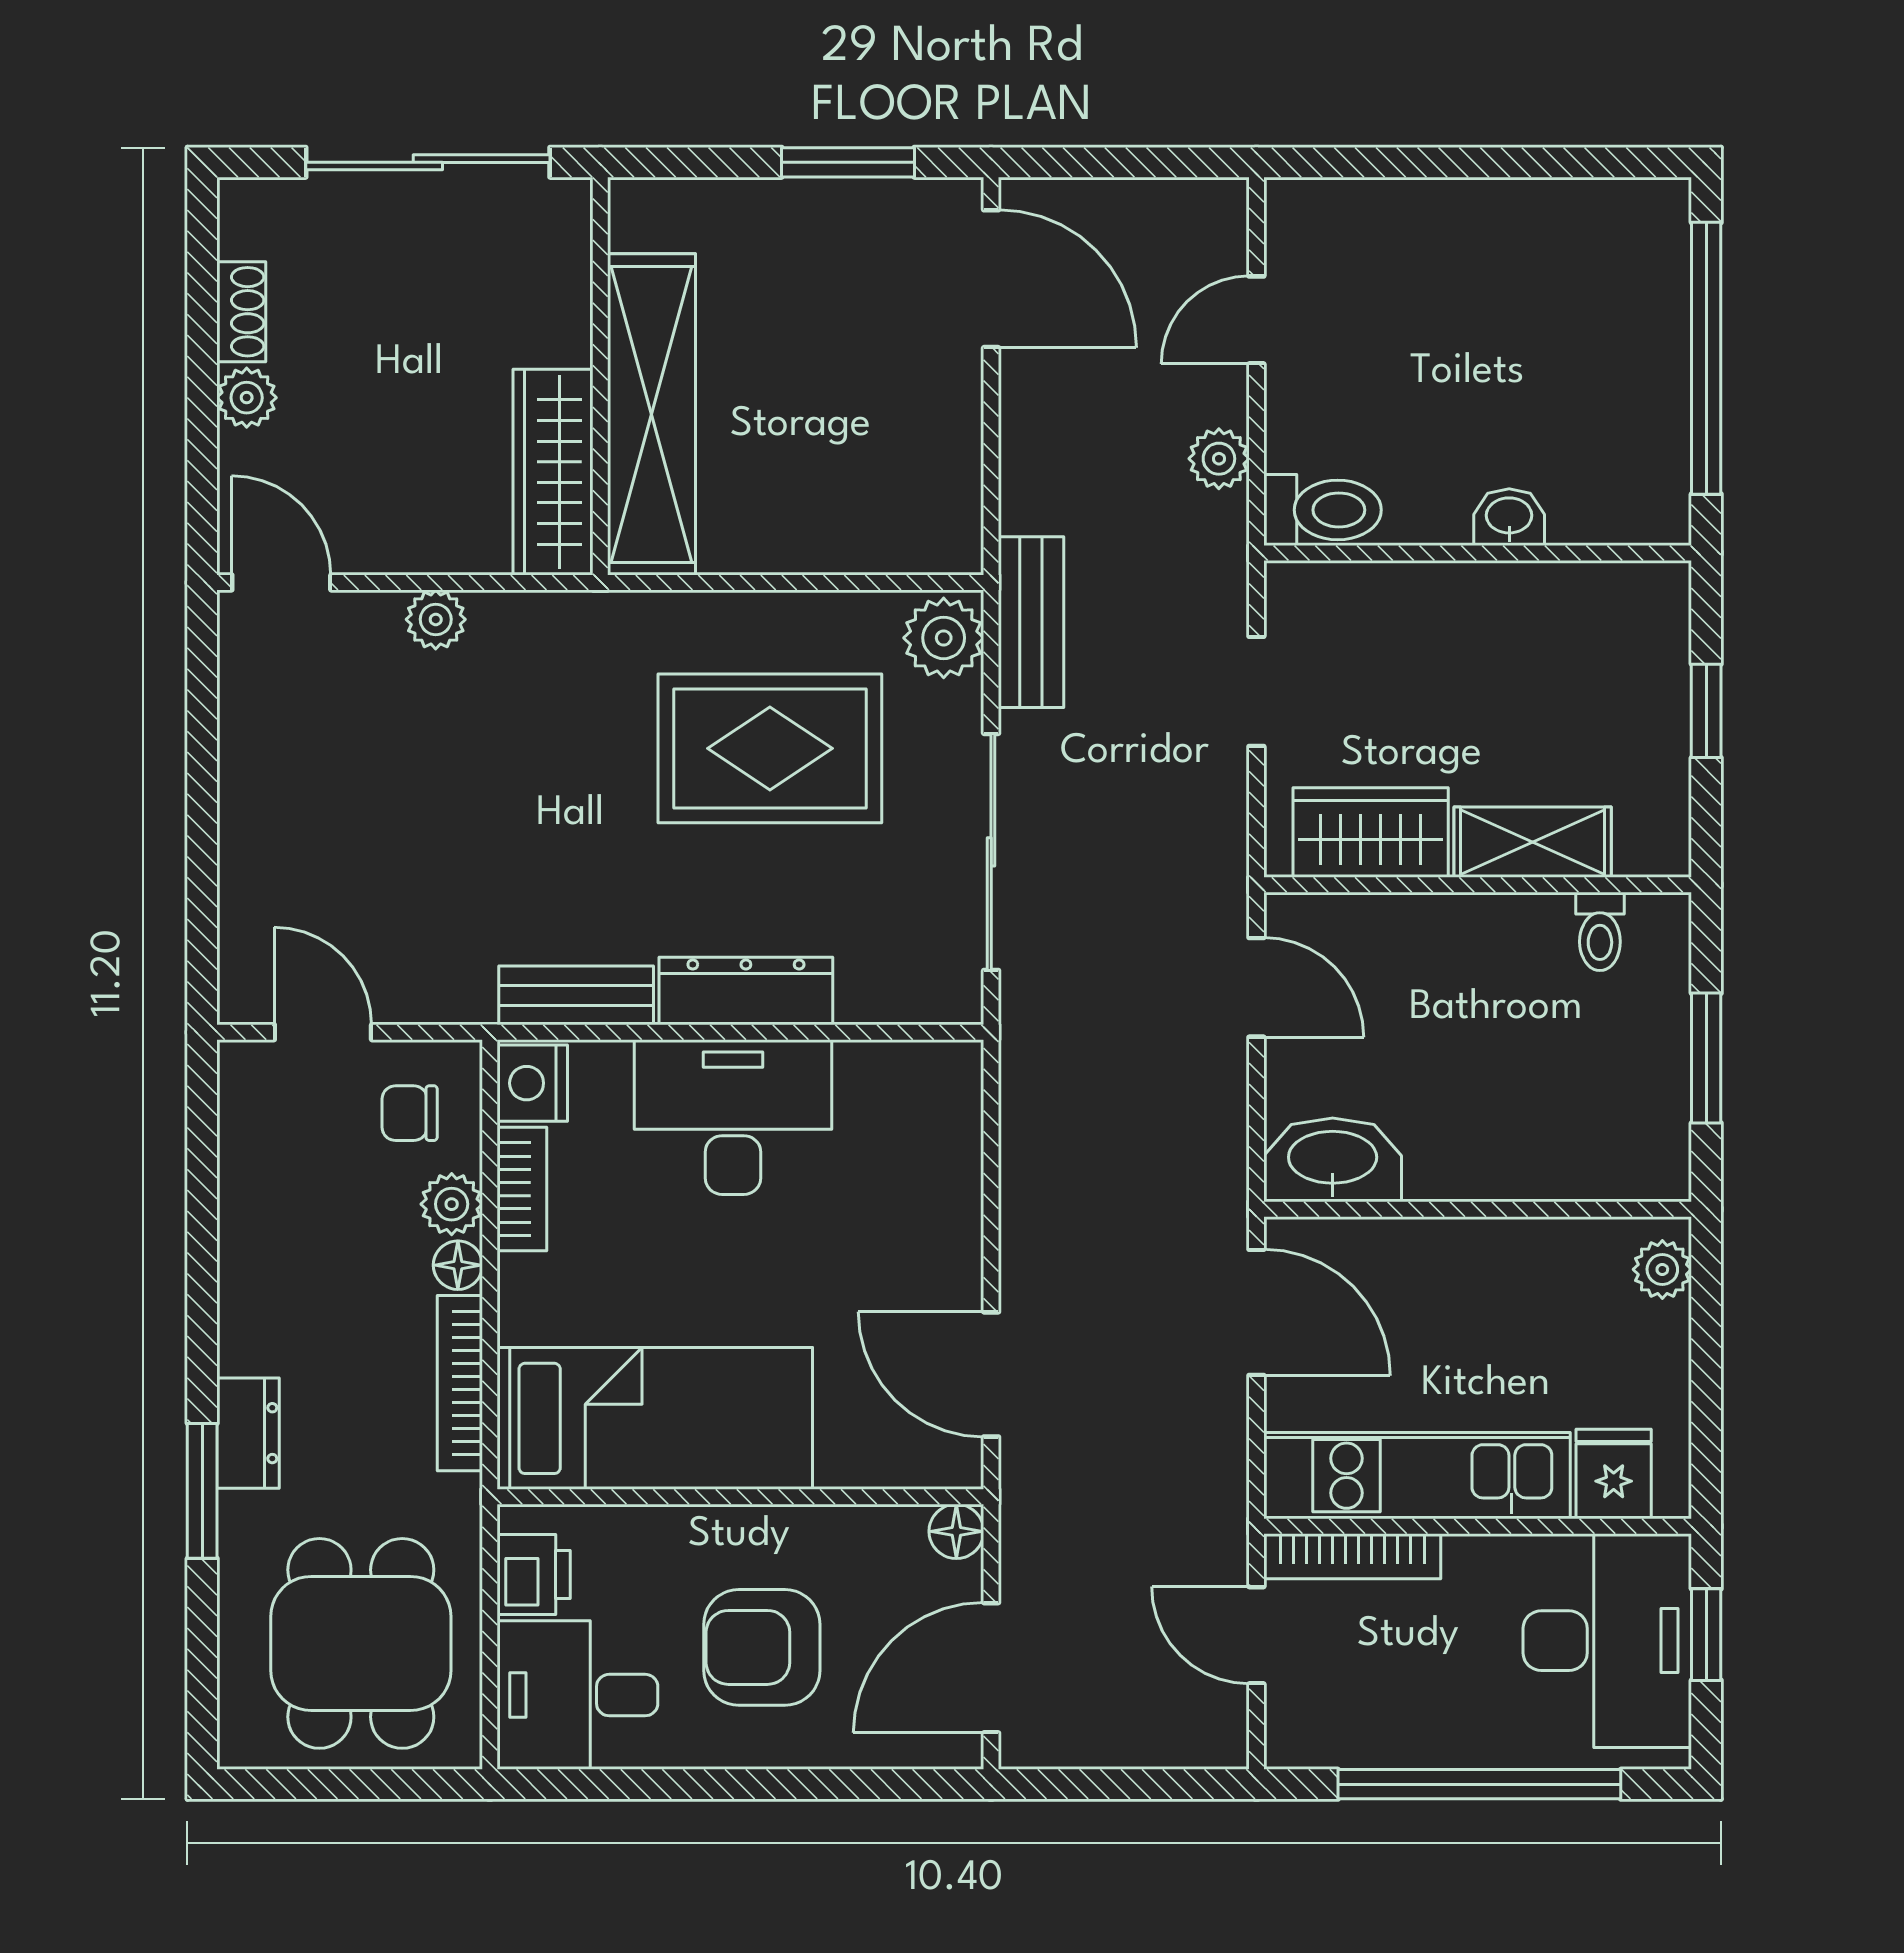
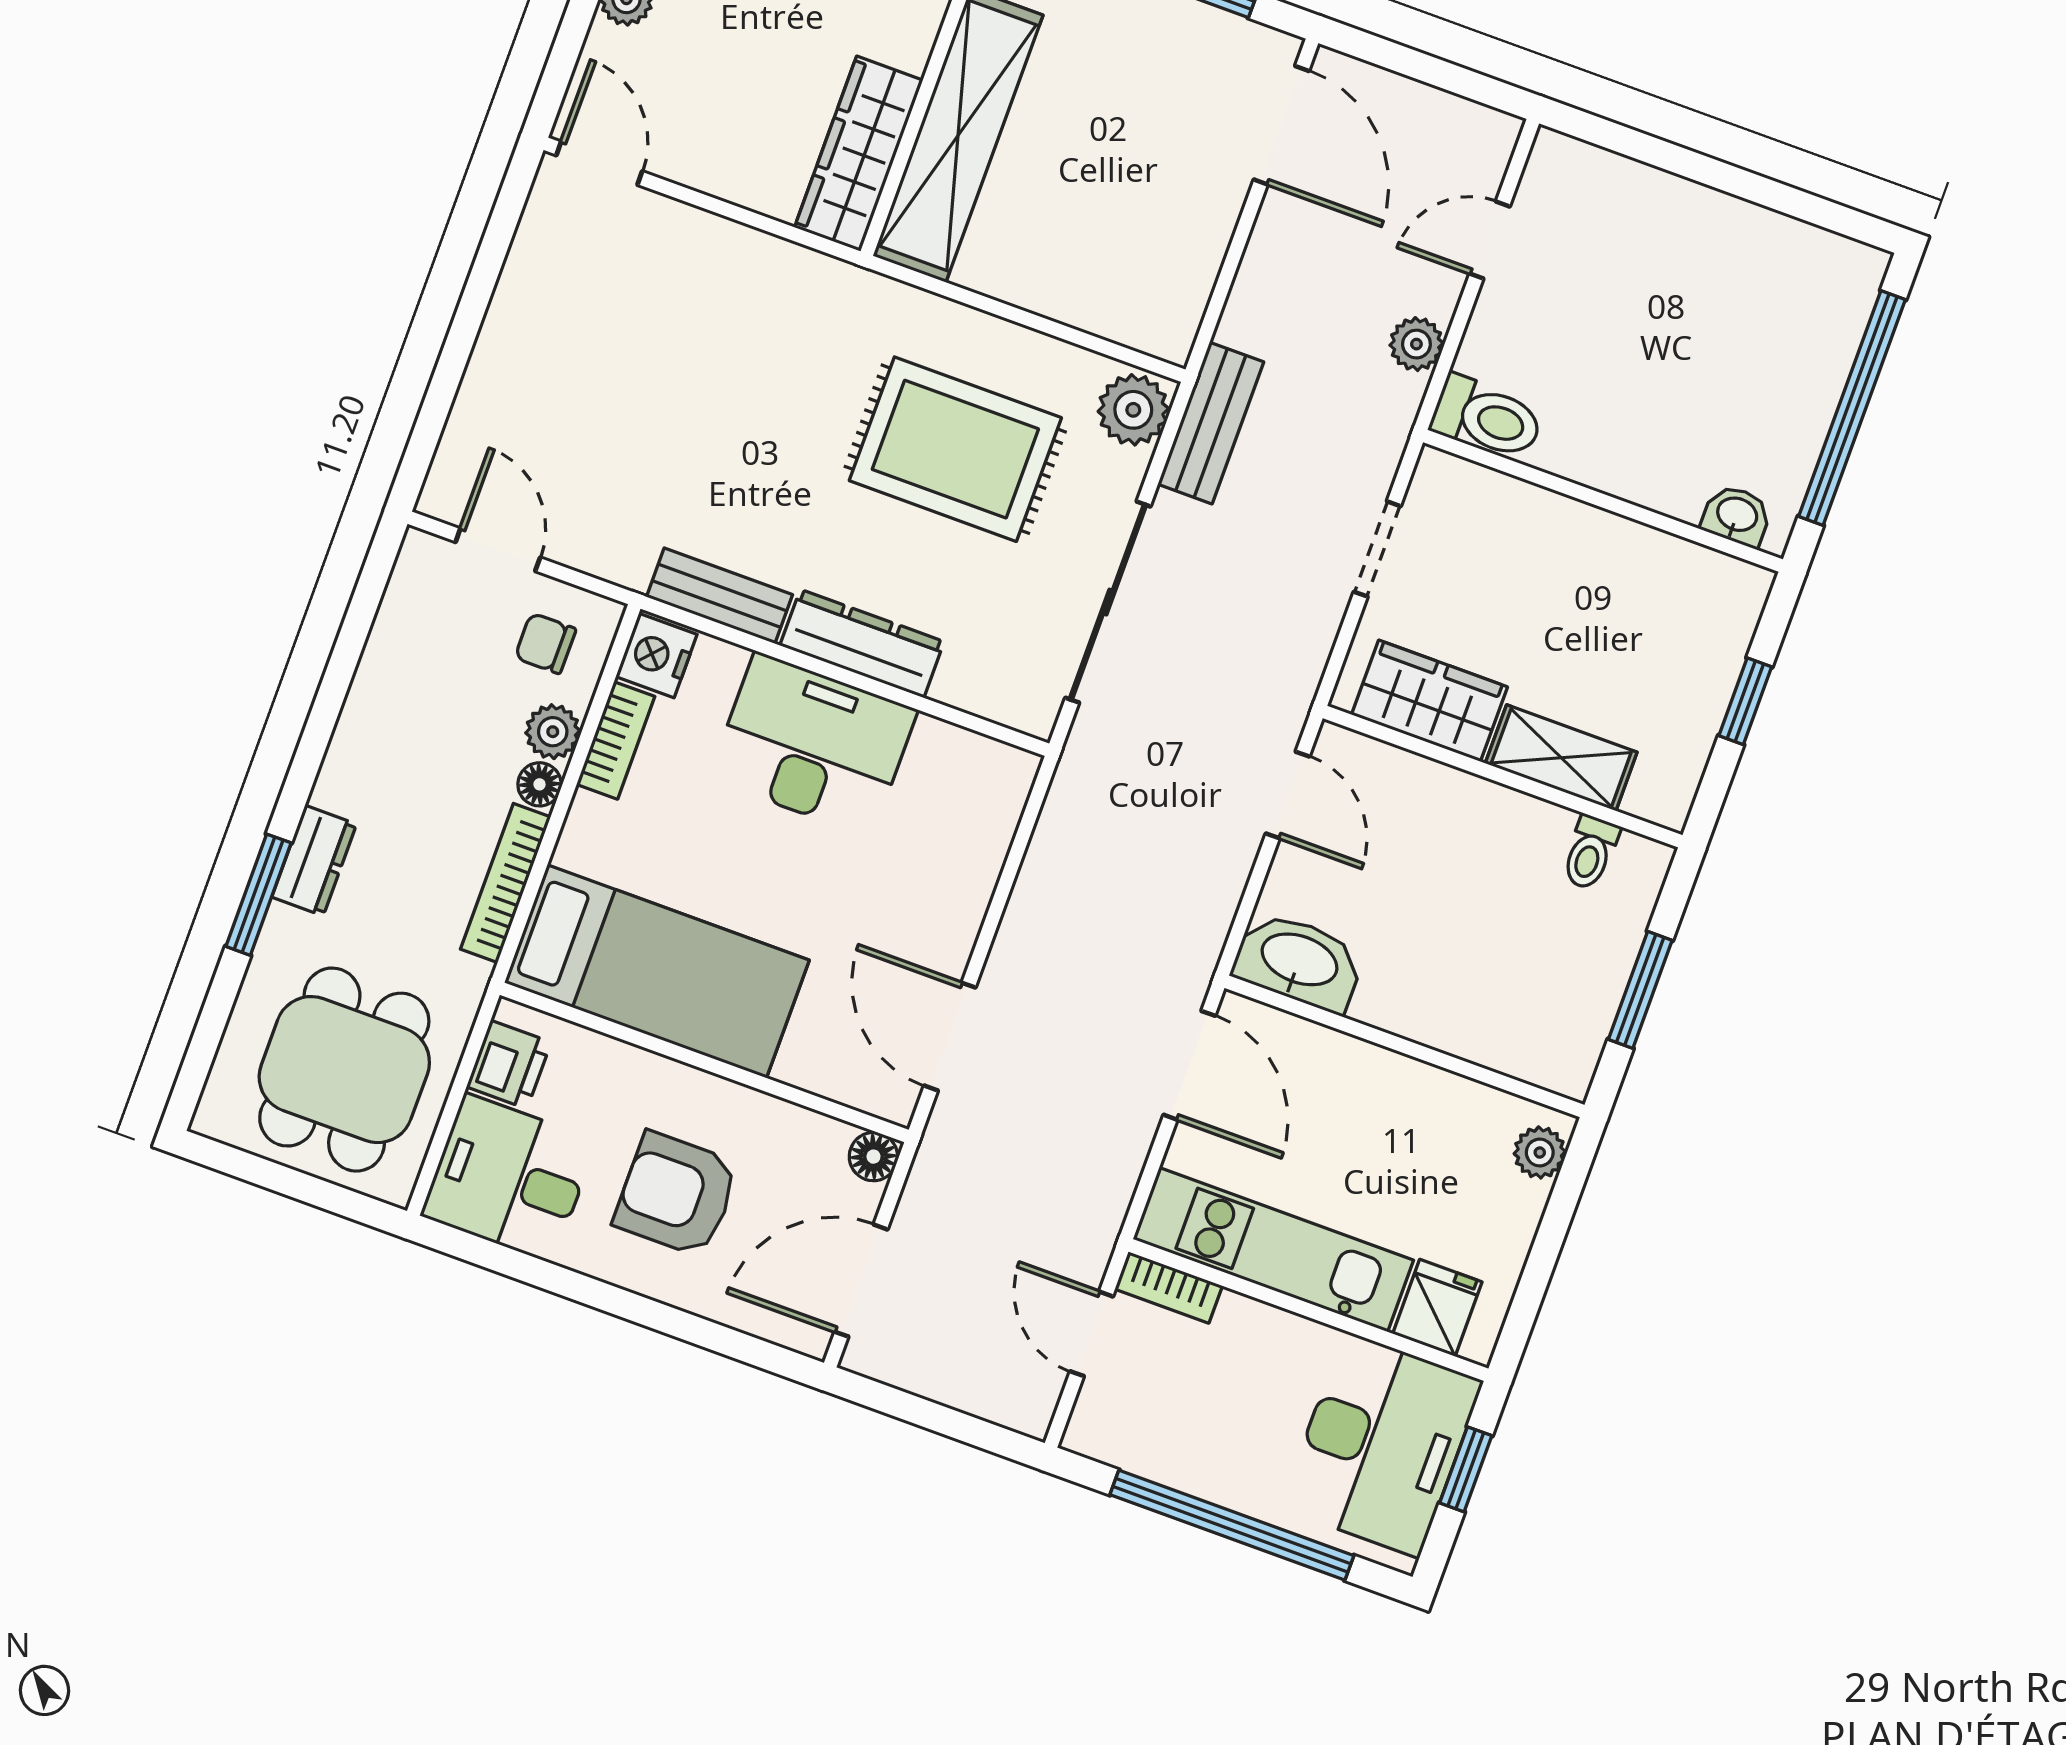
washbasin: (1509, 517) -> (1737, 516), moved
plant: (436, 619) -> (717, 241), removed
bookcase: (1352, 1556) -> (1169, 1287), width x0.64

